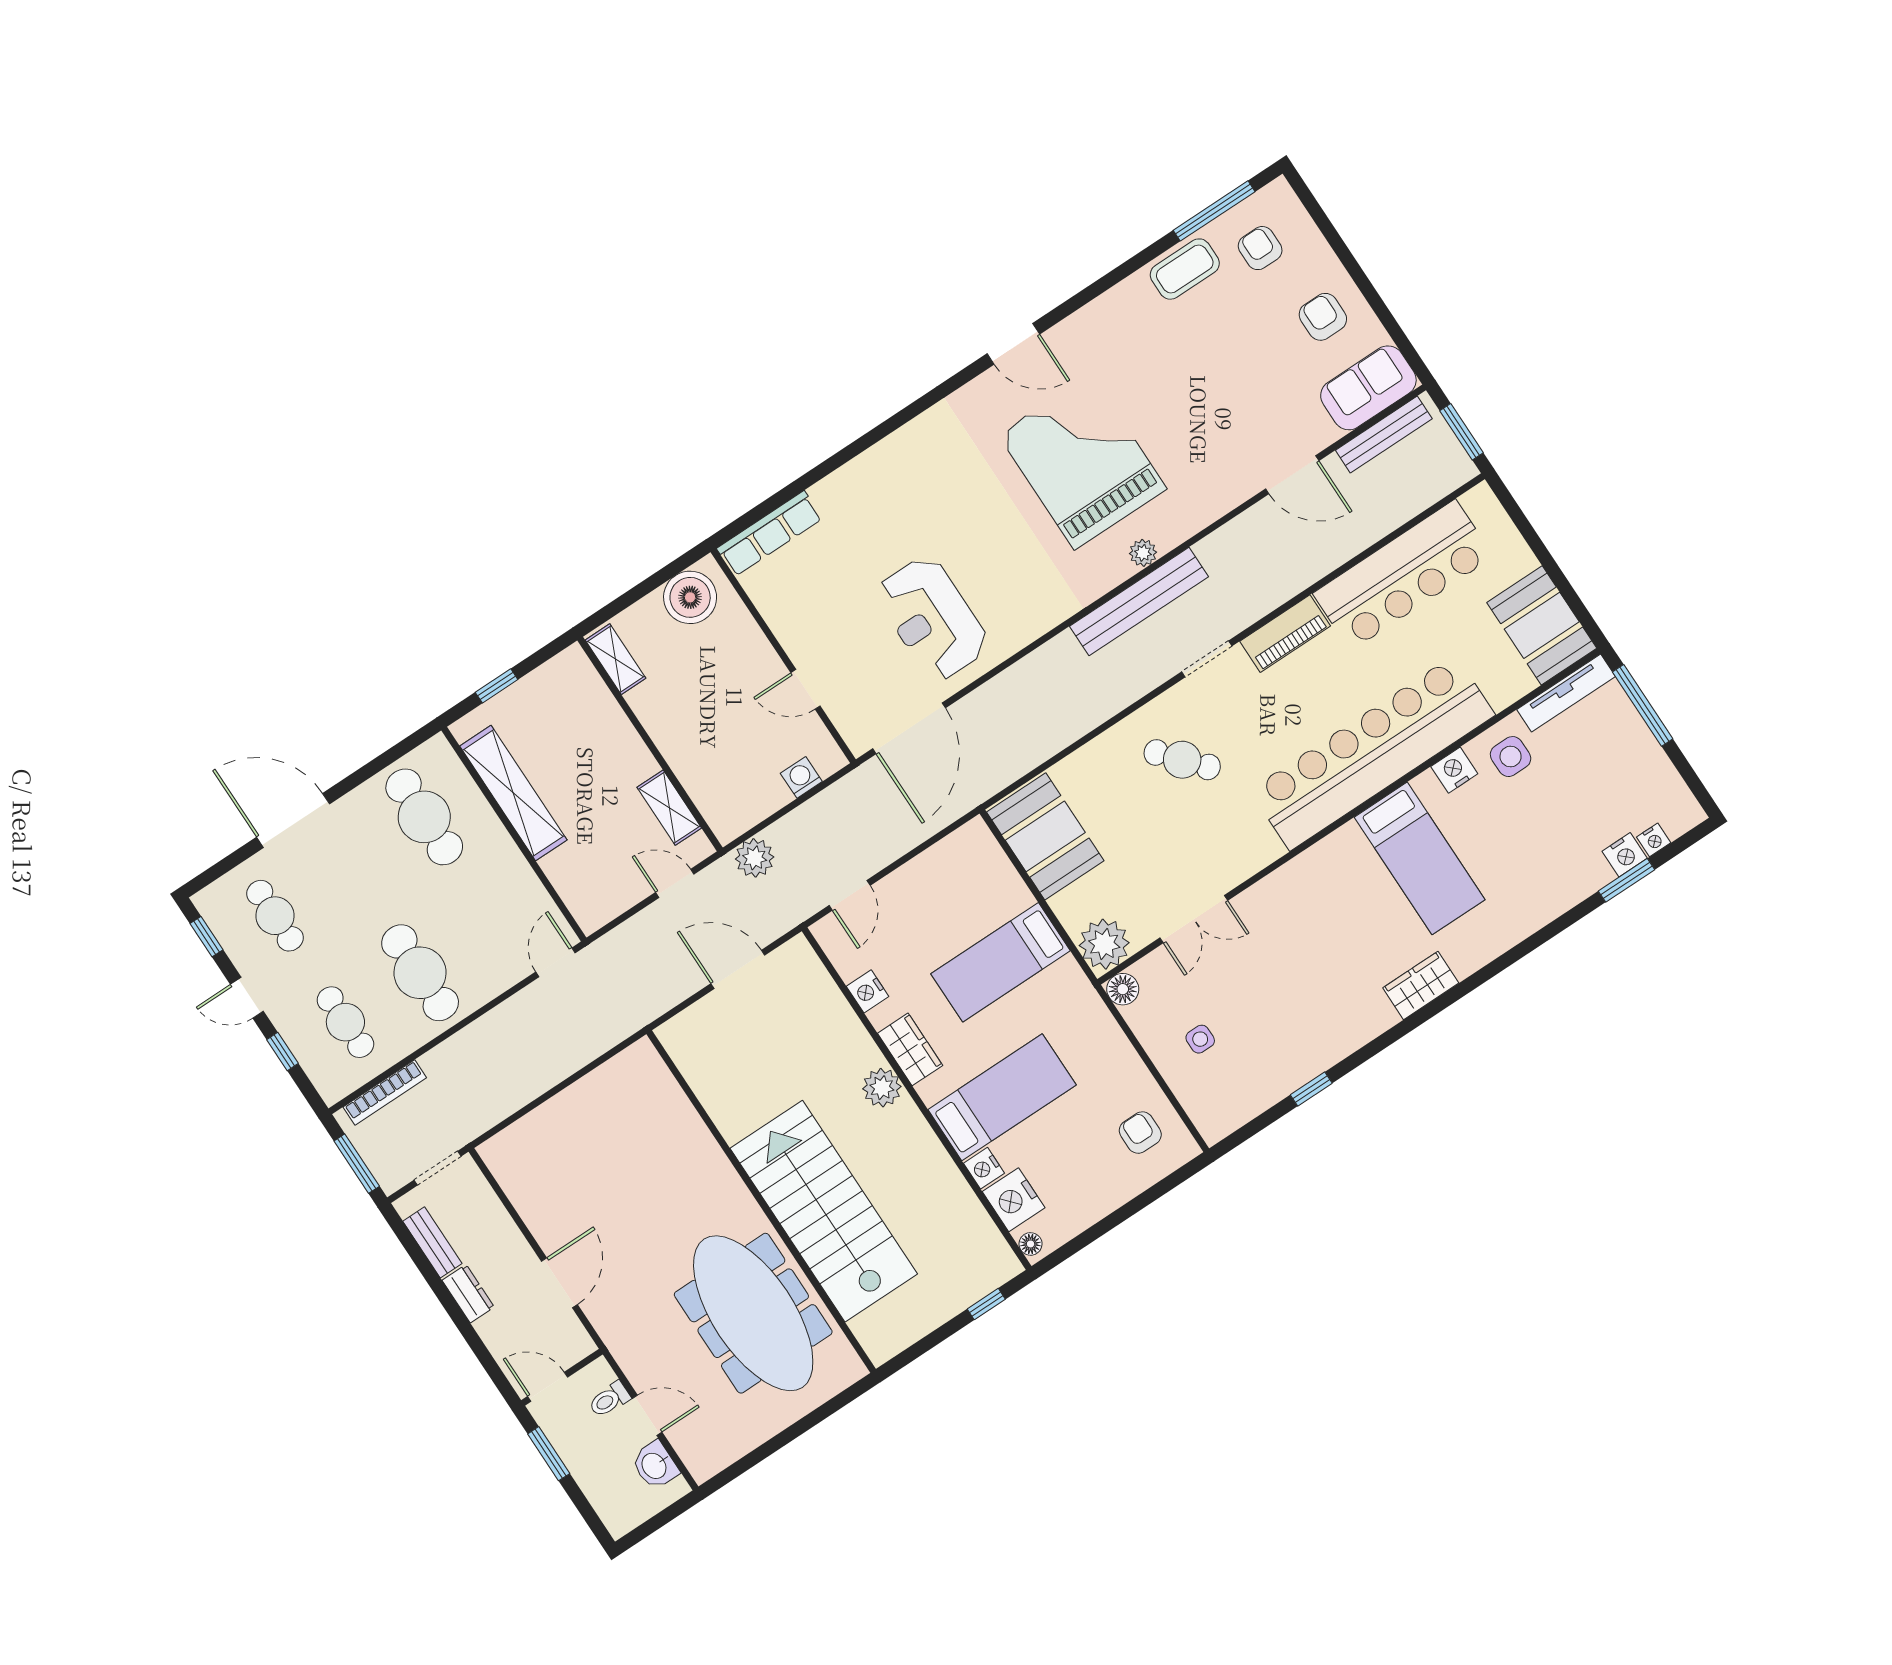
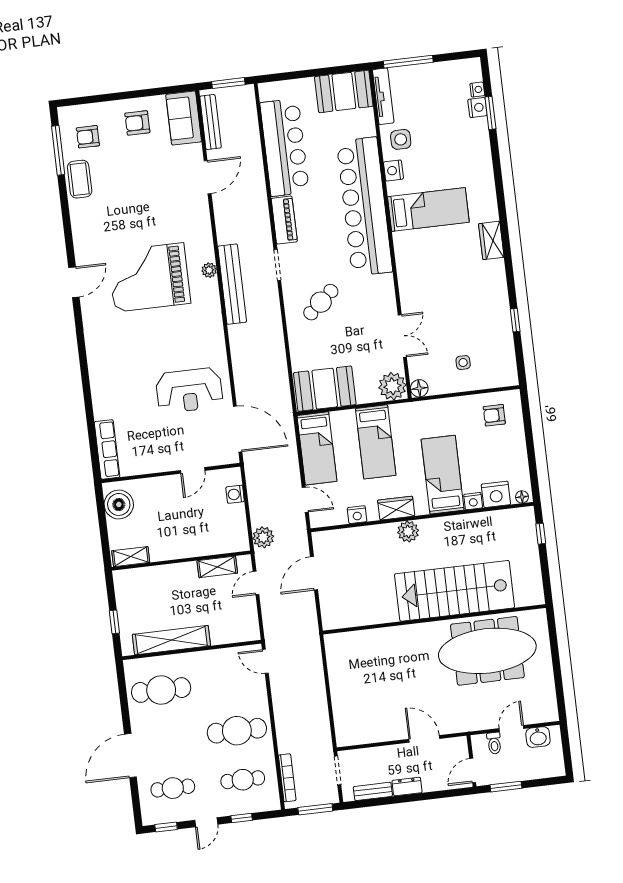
bed: (942, 873) -> (317, 448), added

